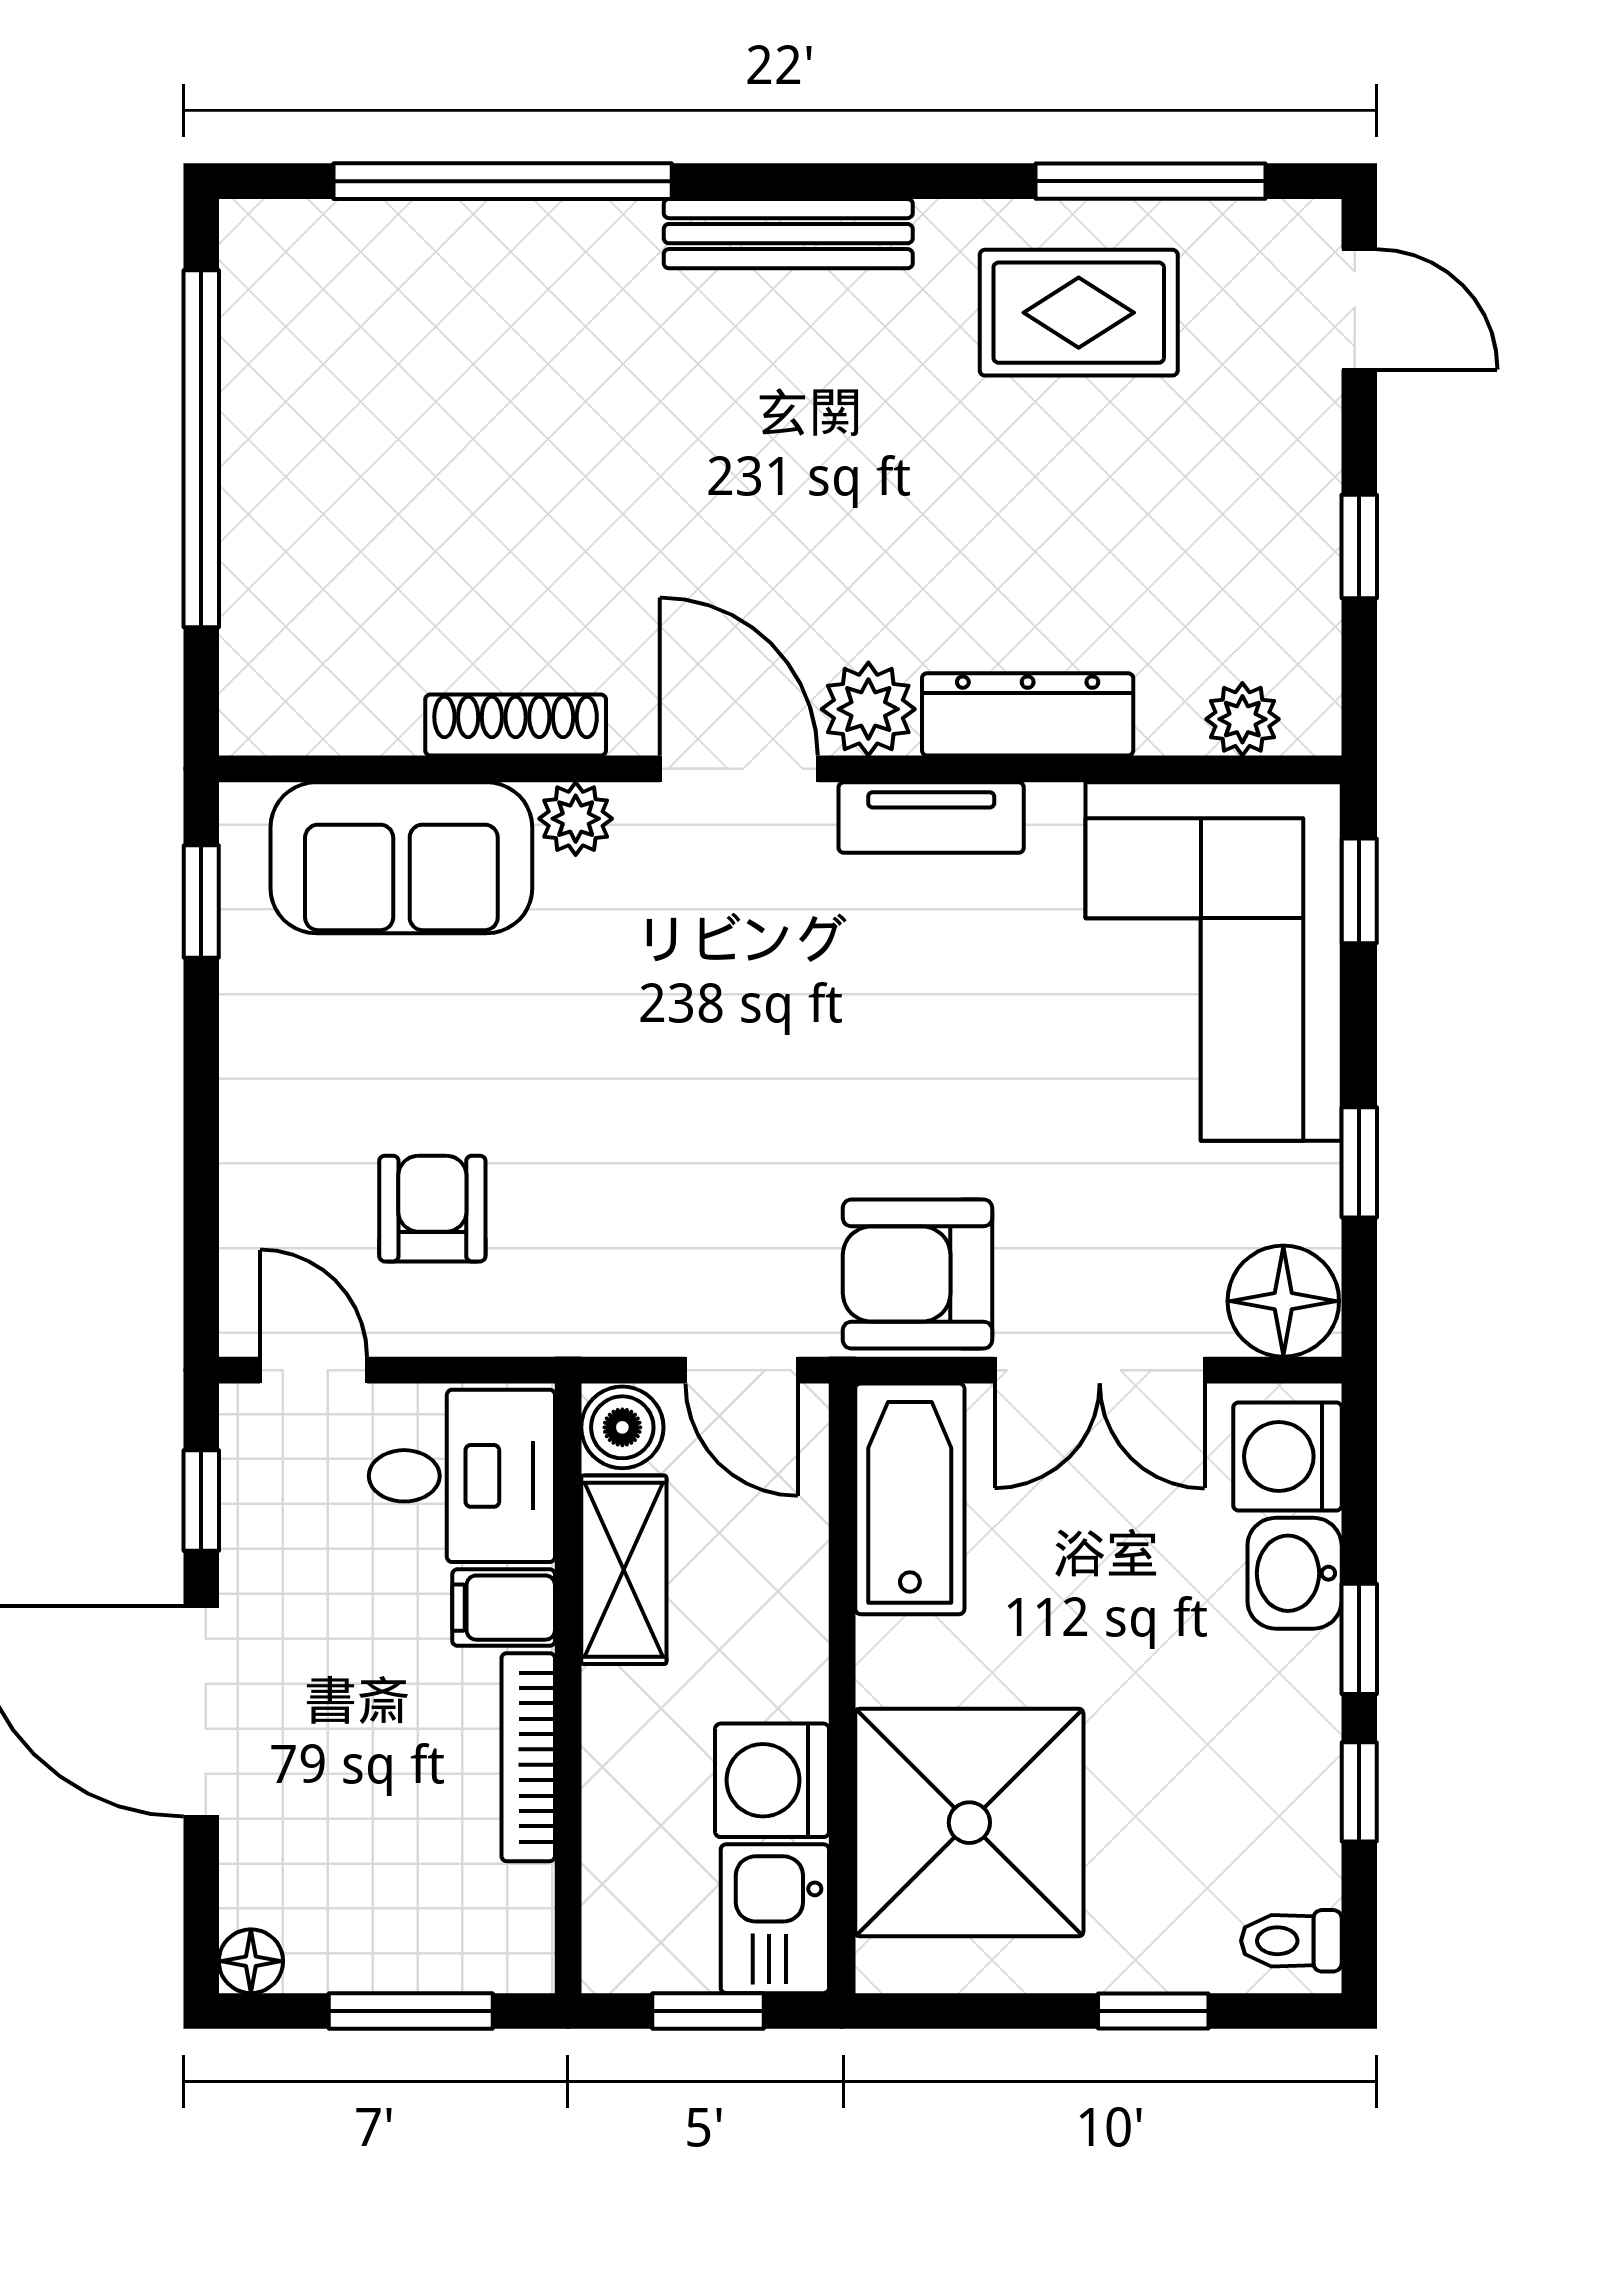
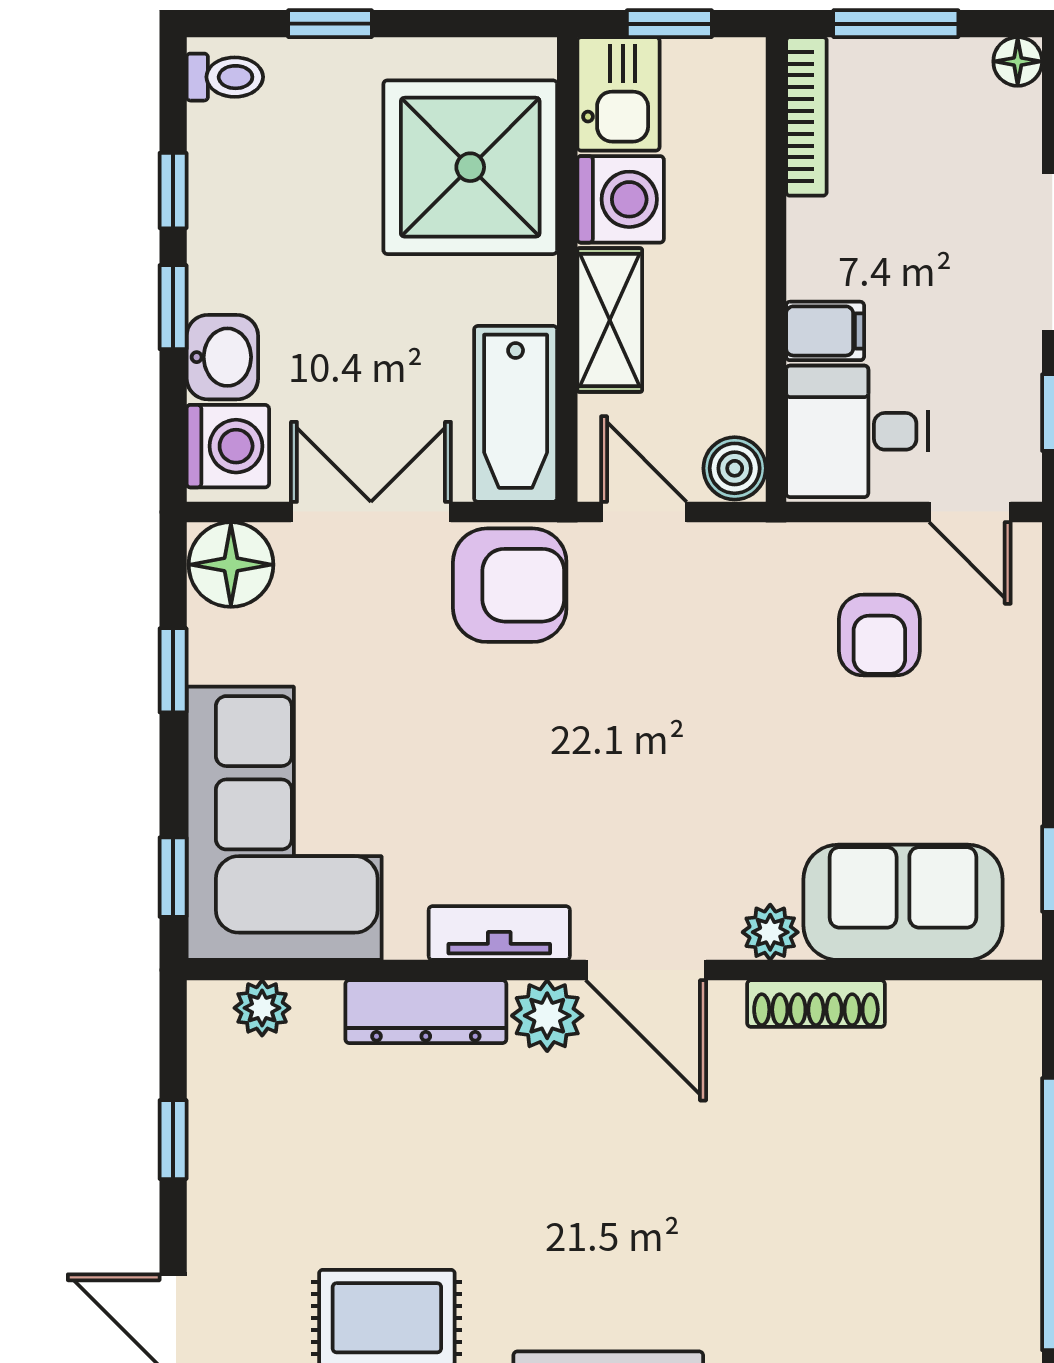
shelving: (624, 1570) -> (610, 320), moved
bookcase: (528, 1757) -> (806, 116), moved

